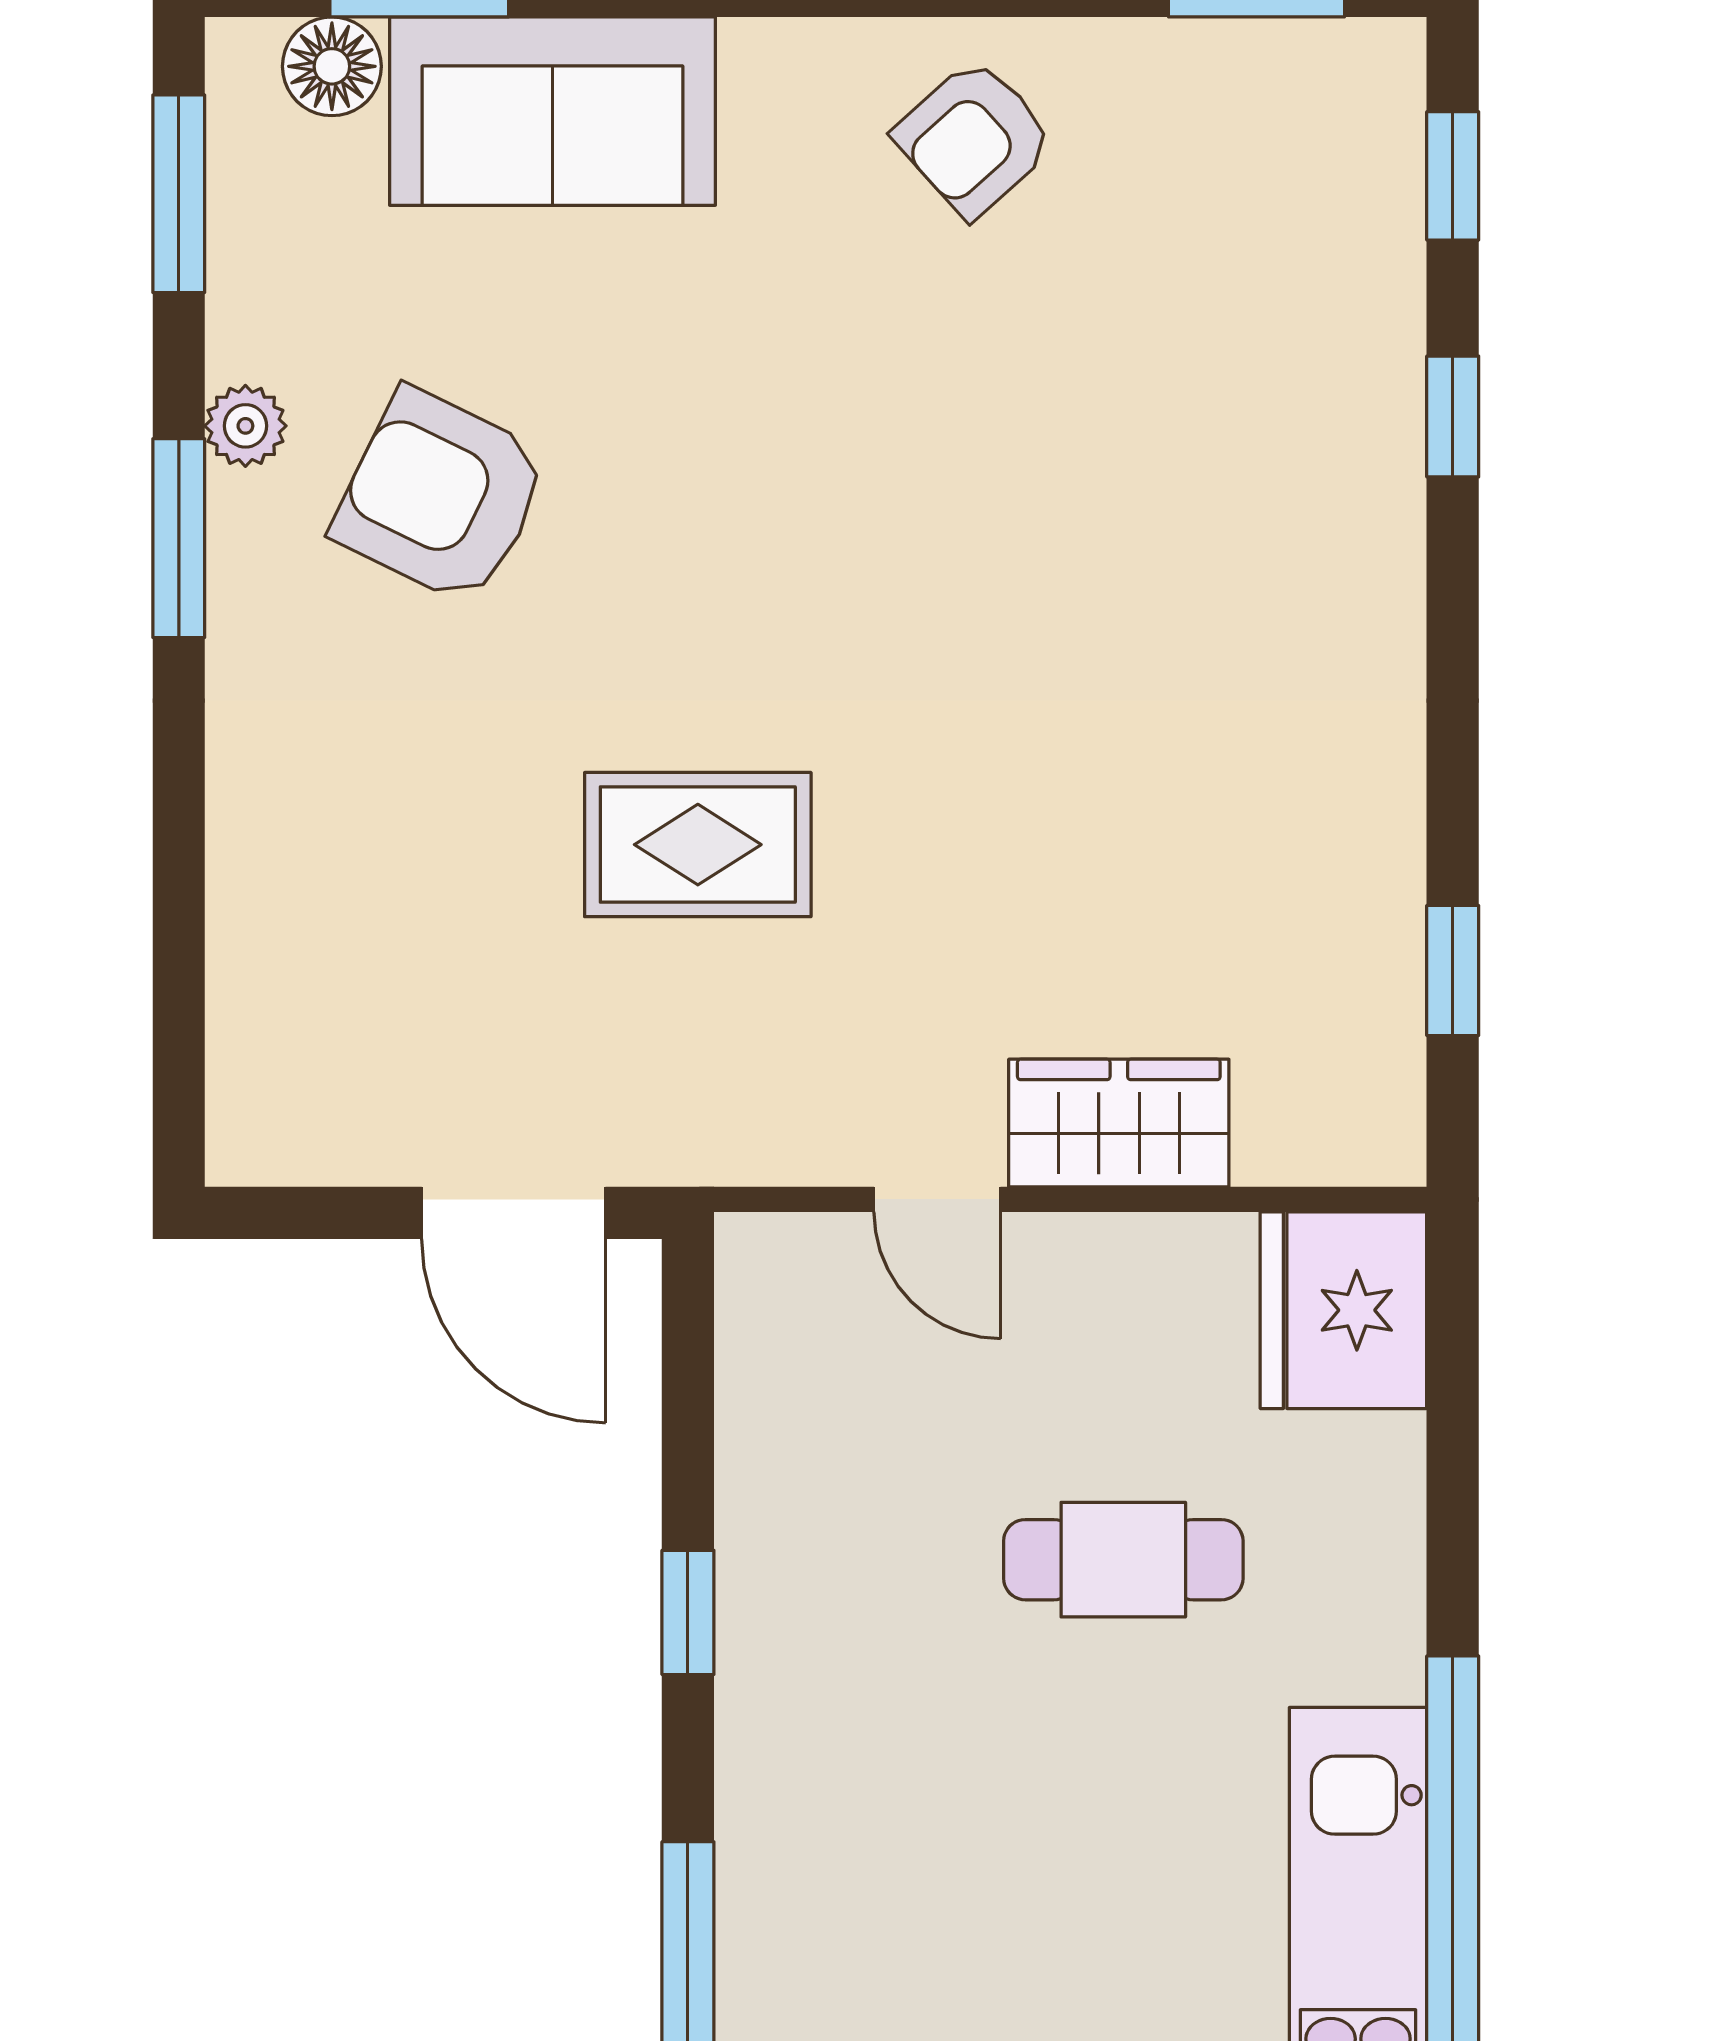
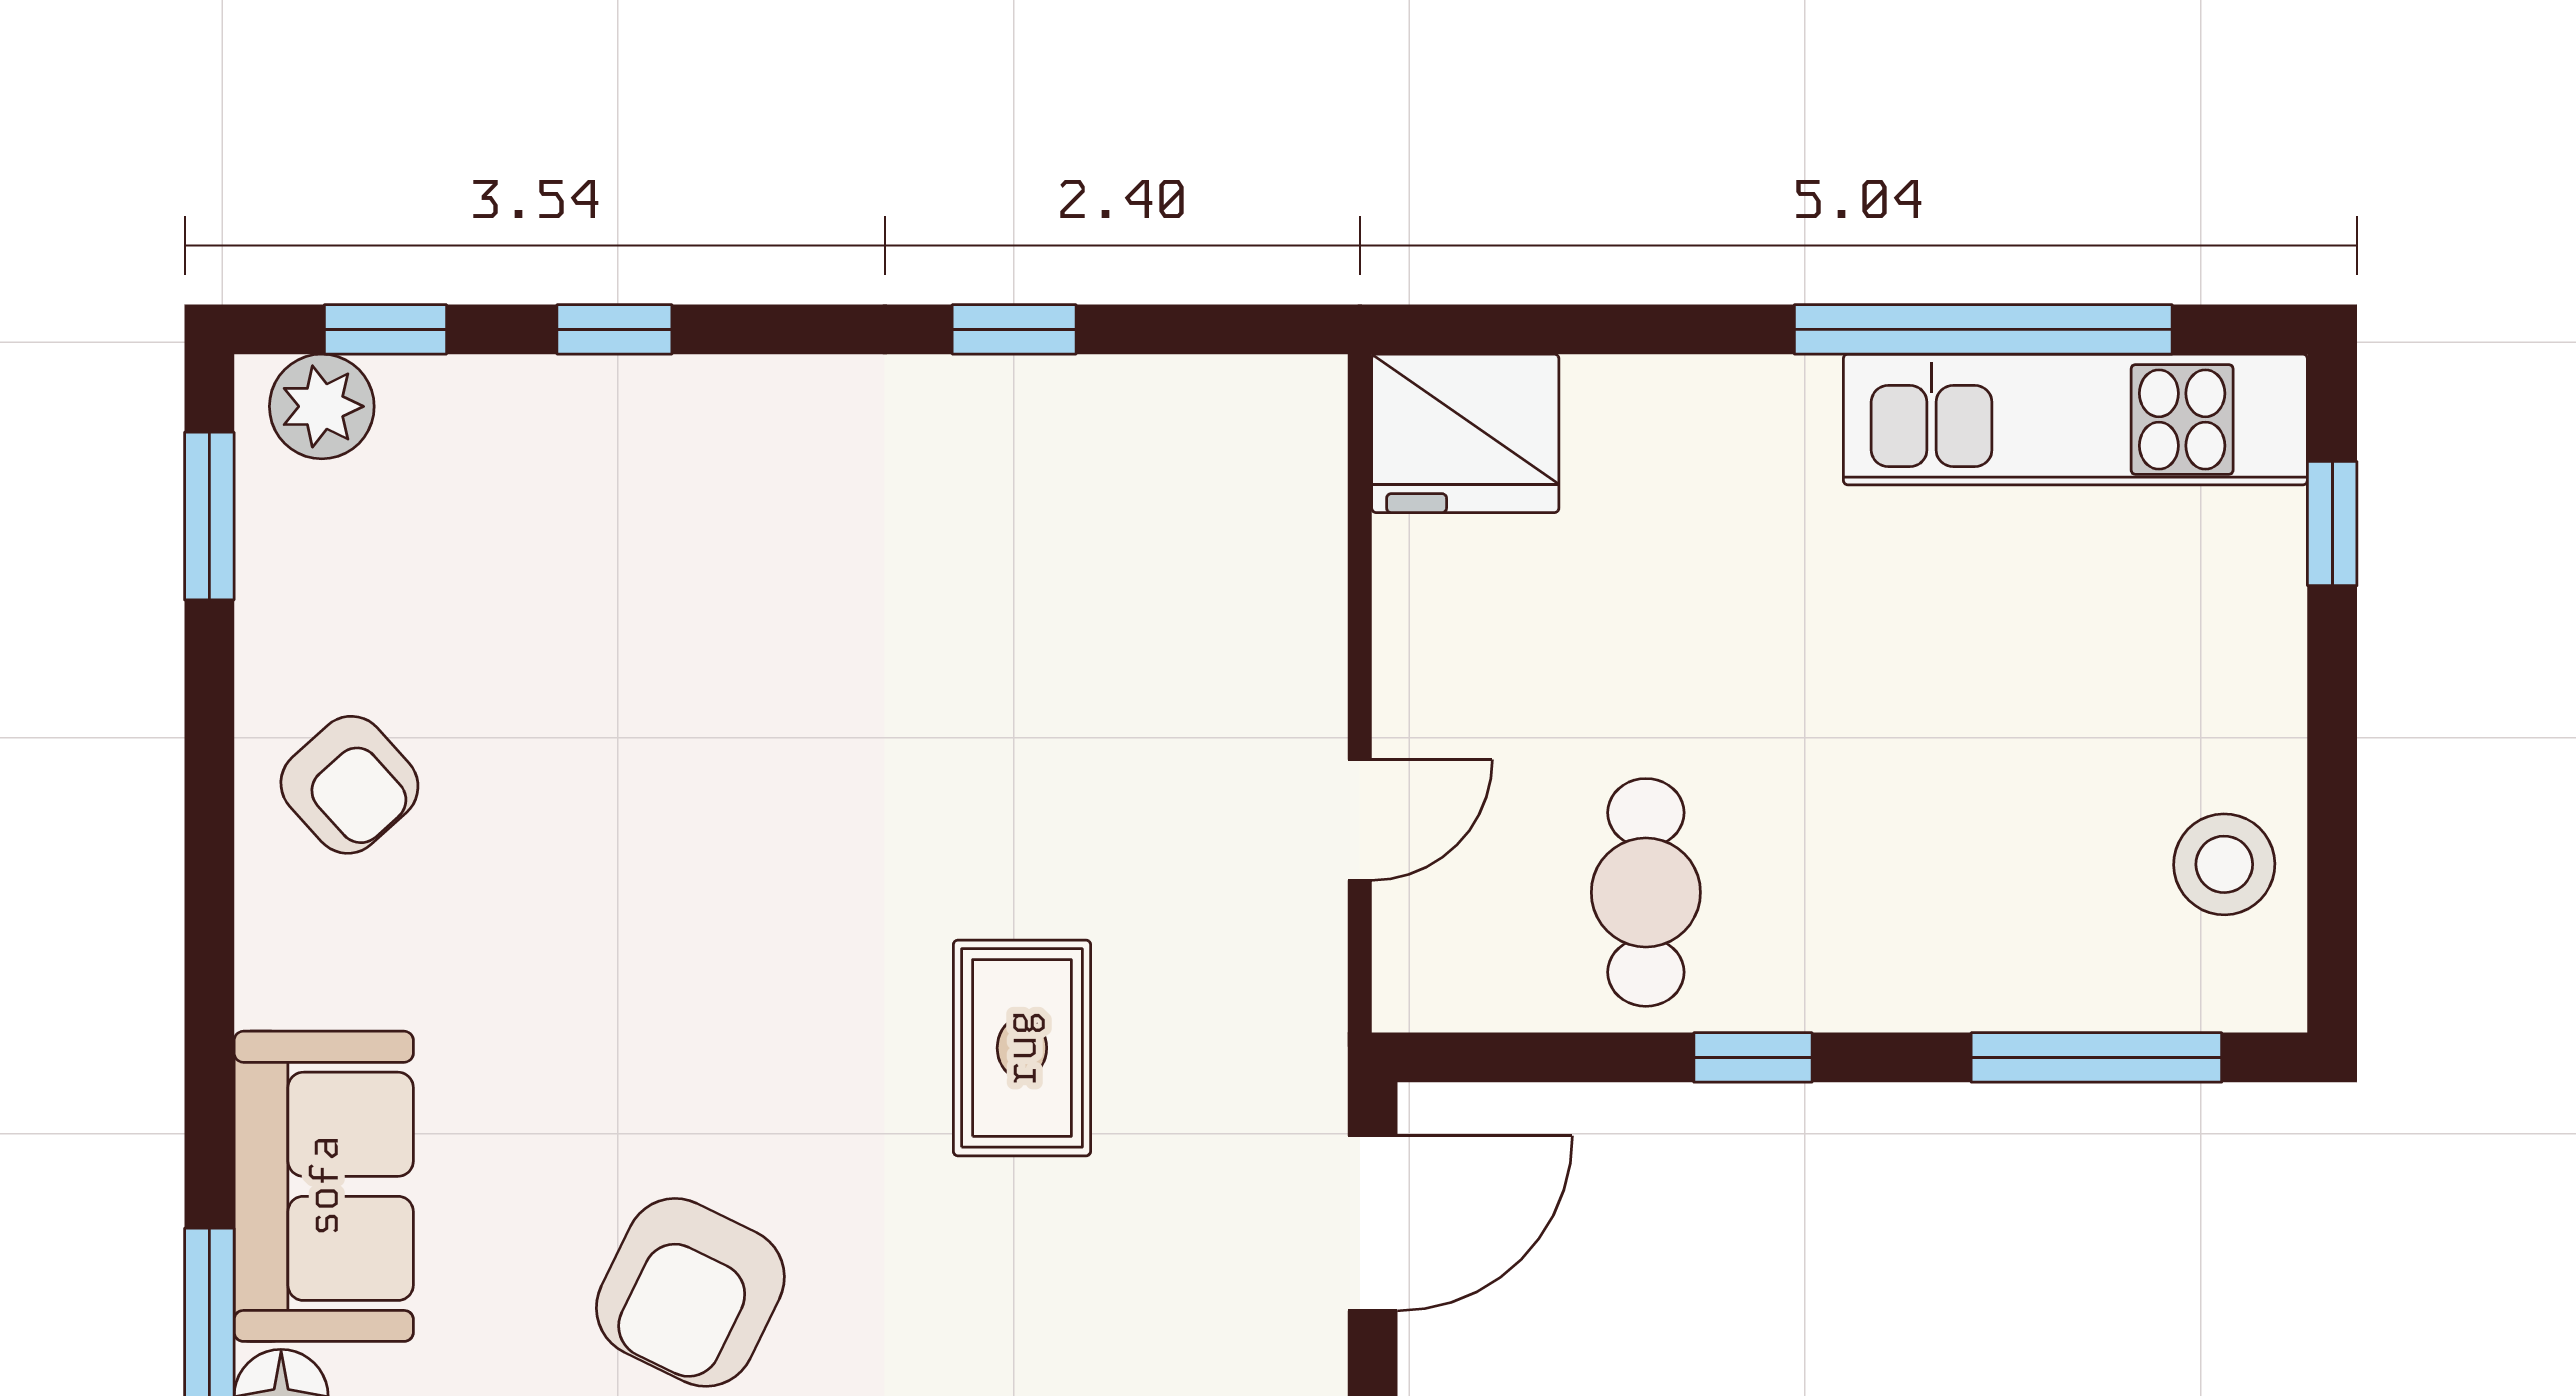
plant: (1372, 109) -> (322, 406), added
window: (1453, 971) -> (1014, 329), moved
wardrobe: (1119, 1123) -> (1287, 647), removed
cafe table: (1123, 1560) -> (1646, 892), moved

